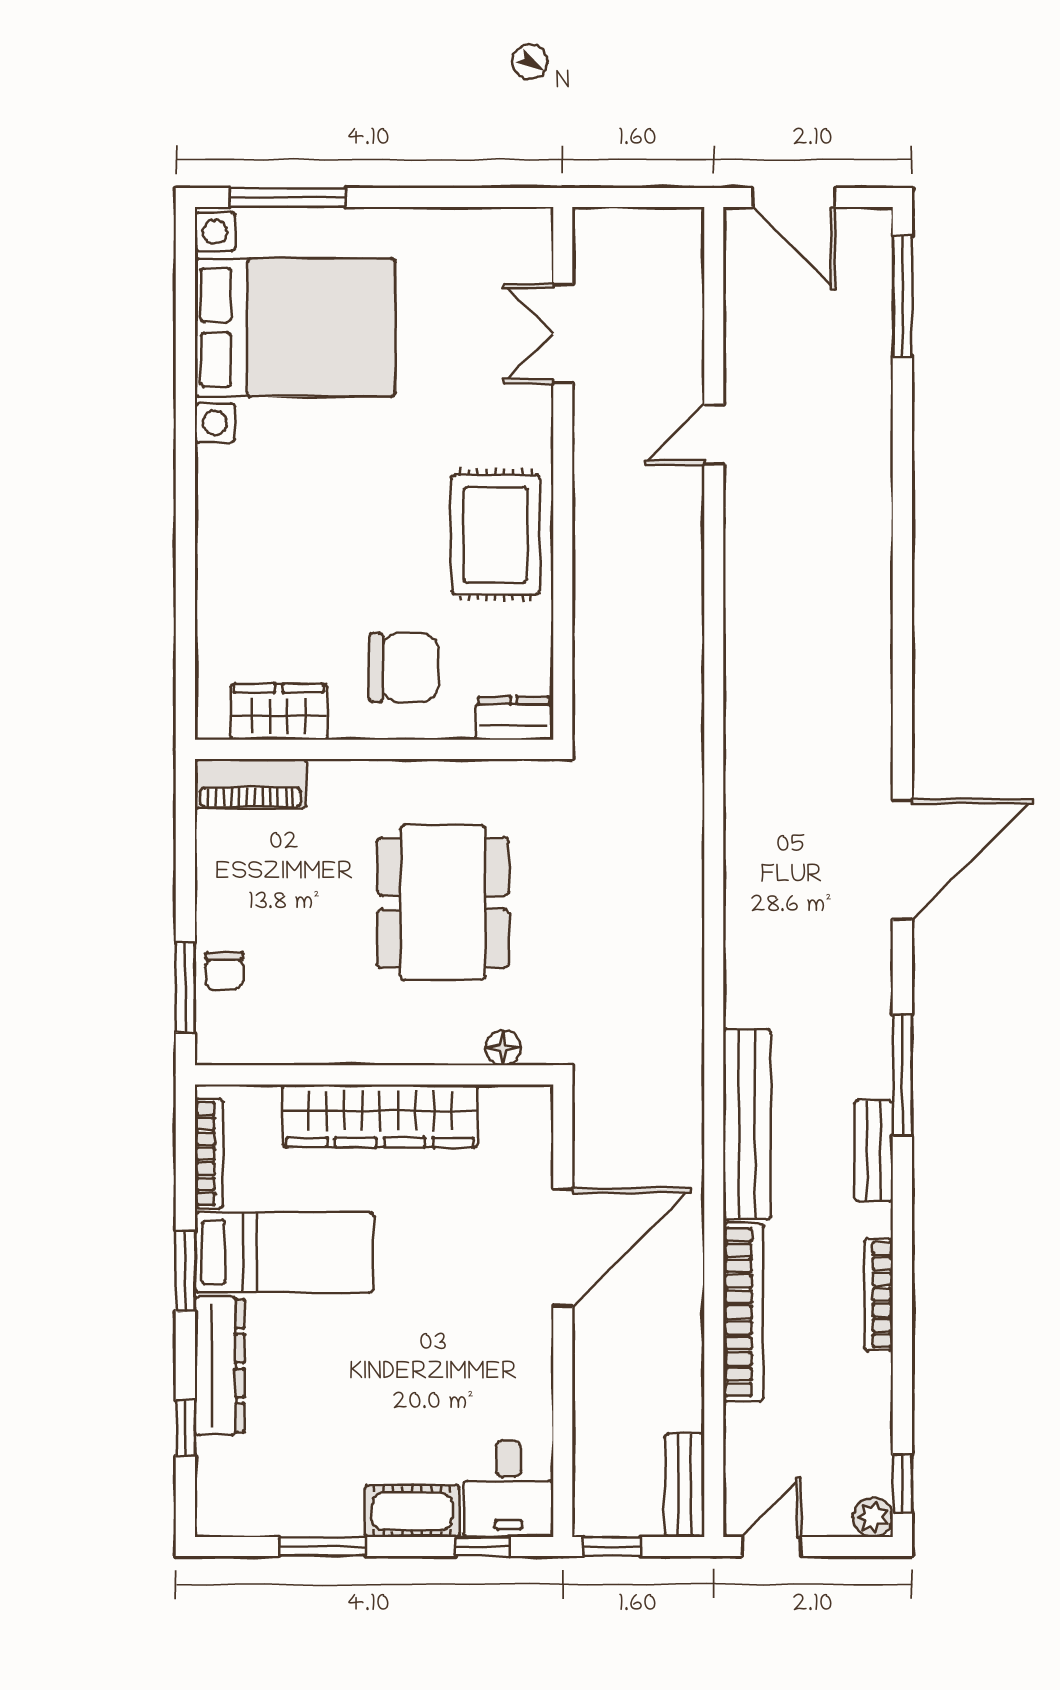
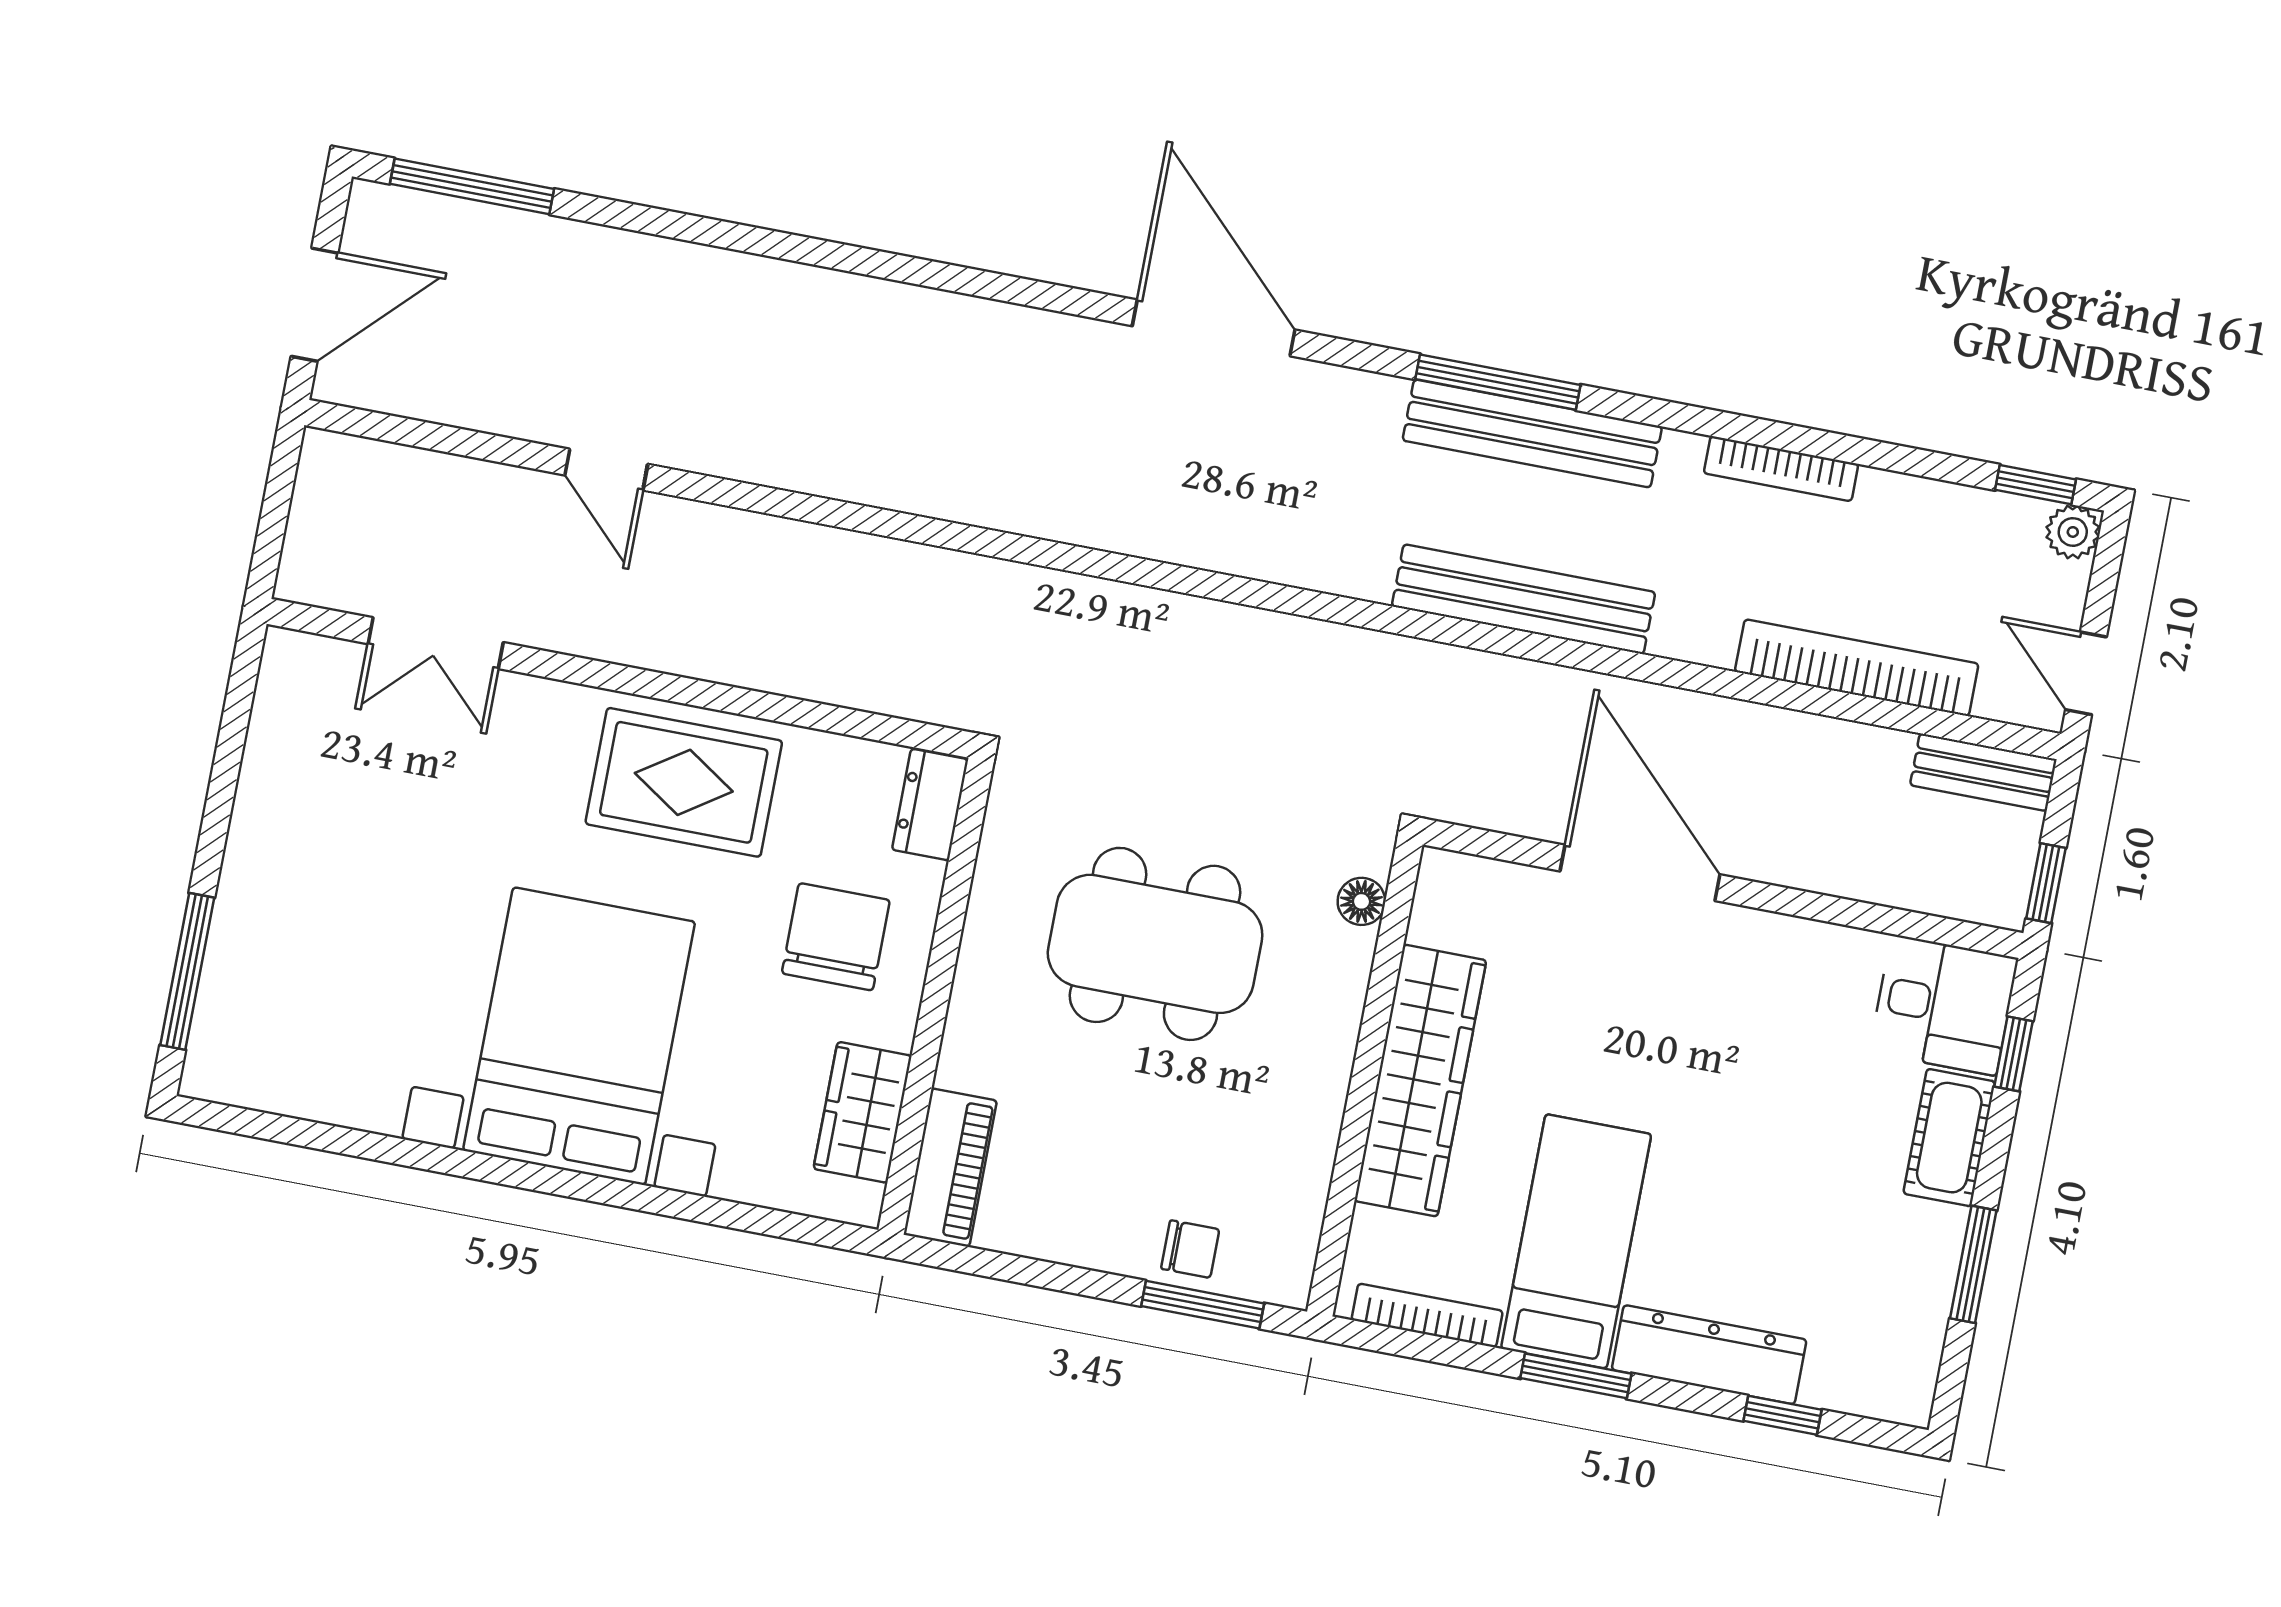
bed with nightstands: (295, 327) -> (579, 1036), moved
bench: (874, 1151) -> (1532, 433), width x1.86, depth x1.21
bookcase: (743, 1312) -> (1857, 668), moved

